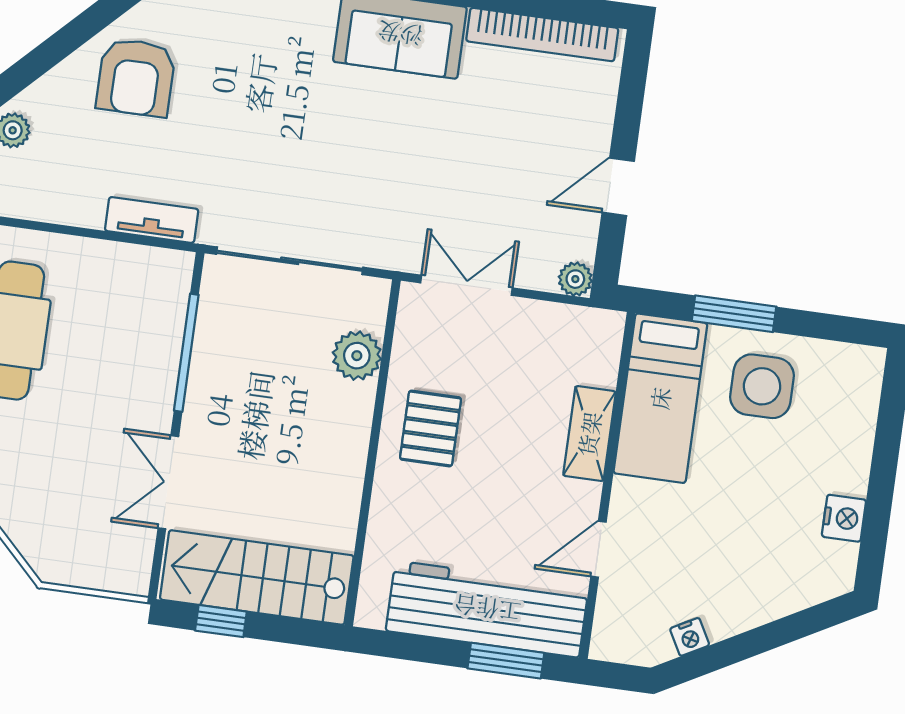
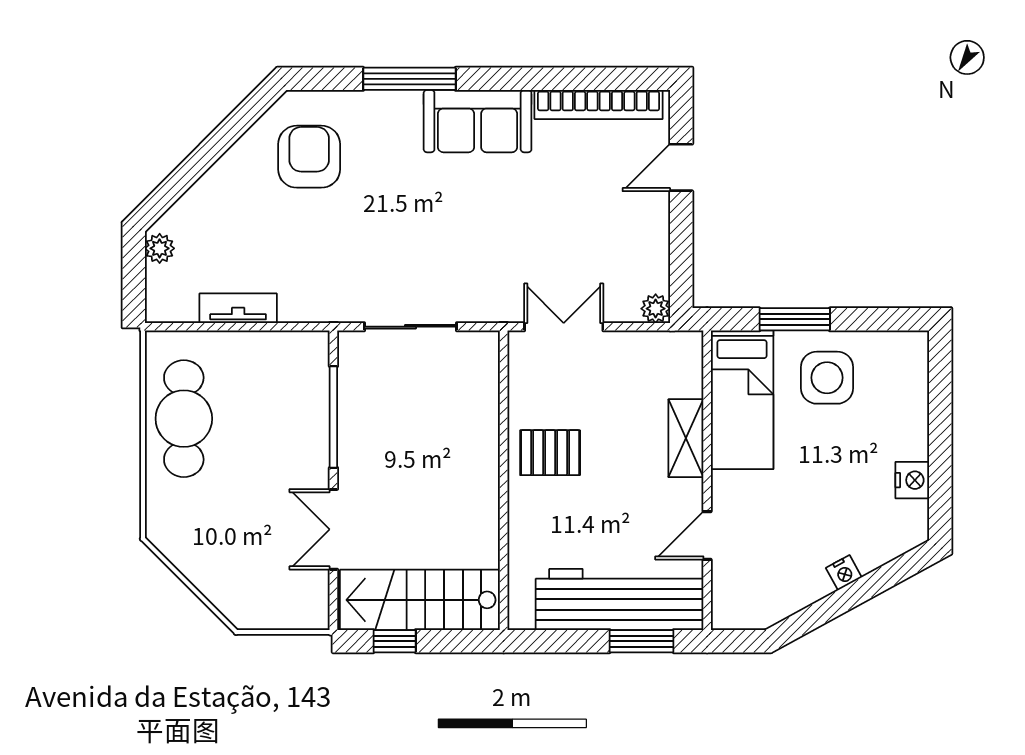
armchair: (136, 77) -> (309, 157), moved, turned 180
door: (618, 187) -> (681, 167), moved
tv unit: (152, 220) -> (238, 308), moved
sliding door: (290, 261) -> (411, 327), width x0.73
plant: (357, 356) -> (479, 399), removed
pallet: (431, 428) -> (550, 453), turned 90
nightstand: (690, 637) -> (844, 573), moved

